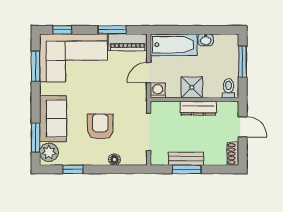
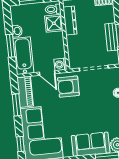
window: (188, 30) -> (11, 46), added
shower: (192, 87) -> (54, 23), moved
dresser: (198, 108) -> (70, 21), moved
armchair: (100, 127) -> (68, 87), moved

